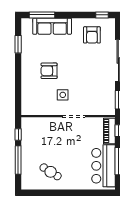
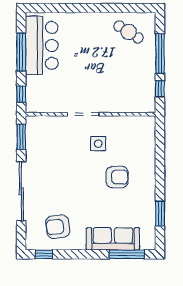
armchair: (92, 35) -> (58, 227), turned -97
piano: (109, 131) -> (33, 94), removed
cafe table: (51, 172) -> (129, 32), moved

